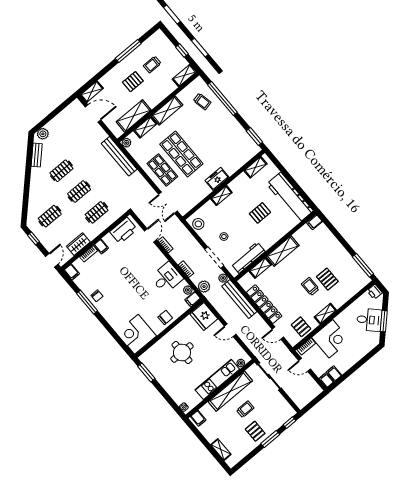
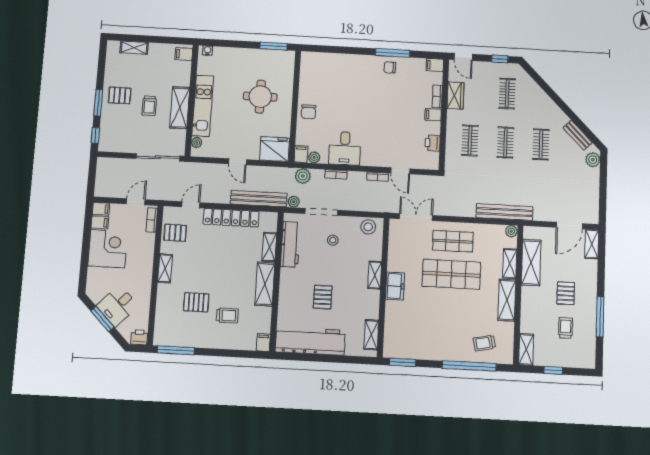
printer: (123, 230) -> (433, 143), width x0.53, depth x0.68
trolley: (310, 286) -> (227, 315), moved
door: (230, 330) -> (237, 162), swing flipped
corner desk: (136, 334) -> (318, 70), removed
corner desk: (331, 339) -> (108, 249), moved, turned 180
shelving: (230, 391) -> (180, 108), width x0.68

